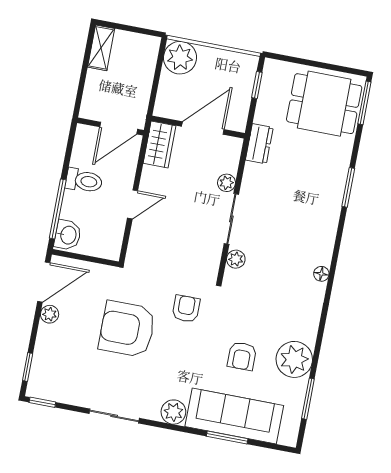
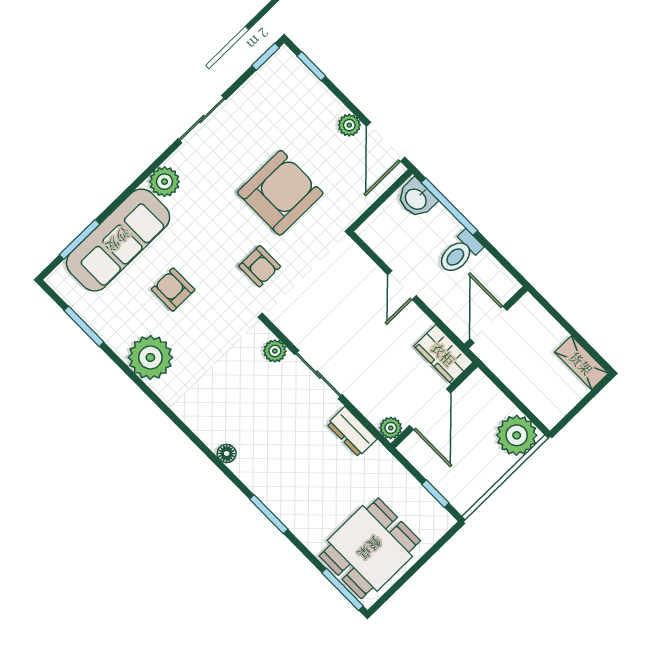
dresser: (259, 144) -> (352, 432), moved
plant: (227, 183) -> (391, 428), moved
floor lamp: (321, 274) -> (227, 453), moved
plant: (294, 359) -> (150, 357), moved
window: (227, 437) -> (80, 239), moved

